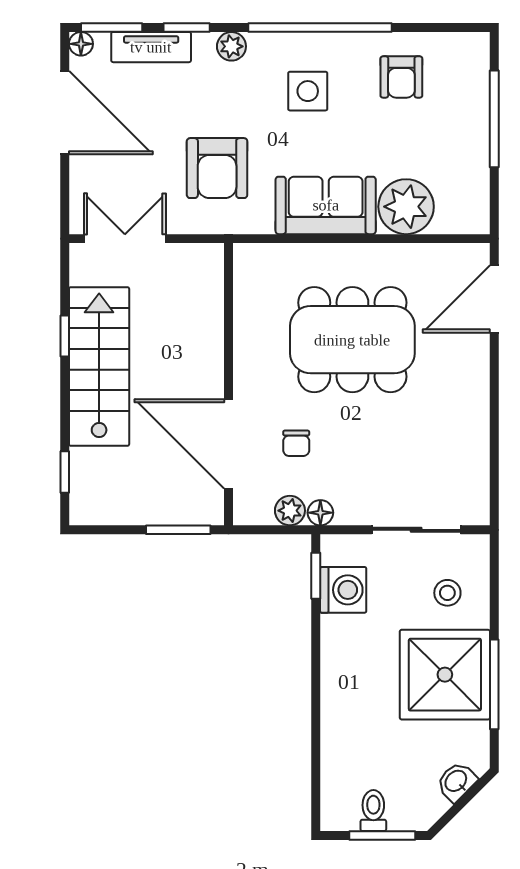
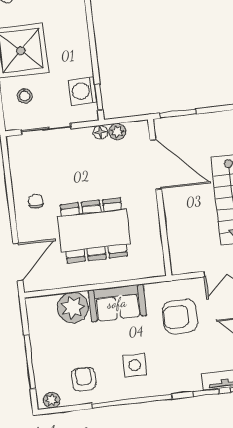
plant: (231, 46) -> (52, 400), moved
armchair: (217, 168) -> (180, 317), turned -90
chair: (296, 443) -> (36, 201), moved

